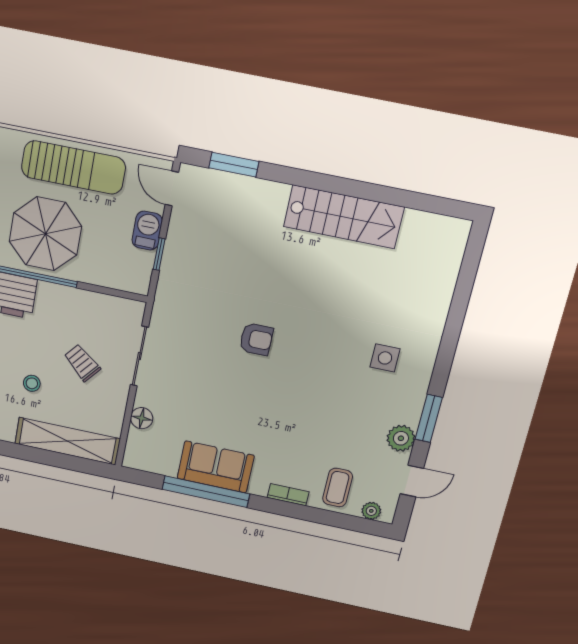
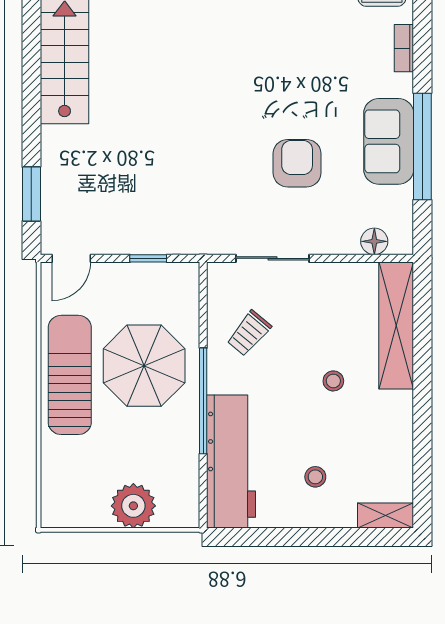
barbecue: (147, 231) -> (124, 277), removed
parasol: (45, 234) -> (144, 366), moved
armchair: (256, 339) -> (297, 163), moved, width x1.38, depth x1.38
trolley: (82, 363) -> (249, 333), moved
floor lamp: (142, 418) -> (374, 241), moved

